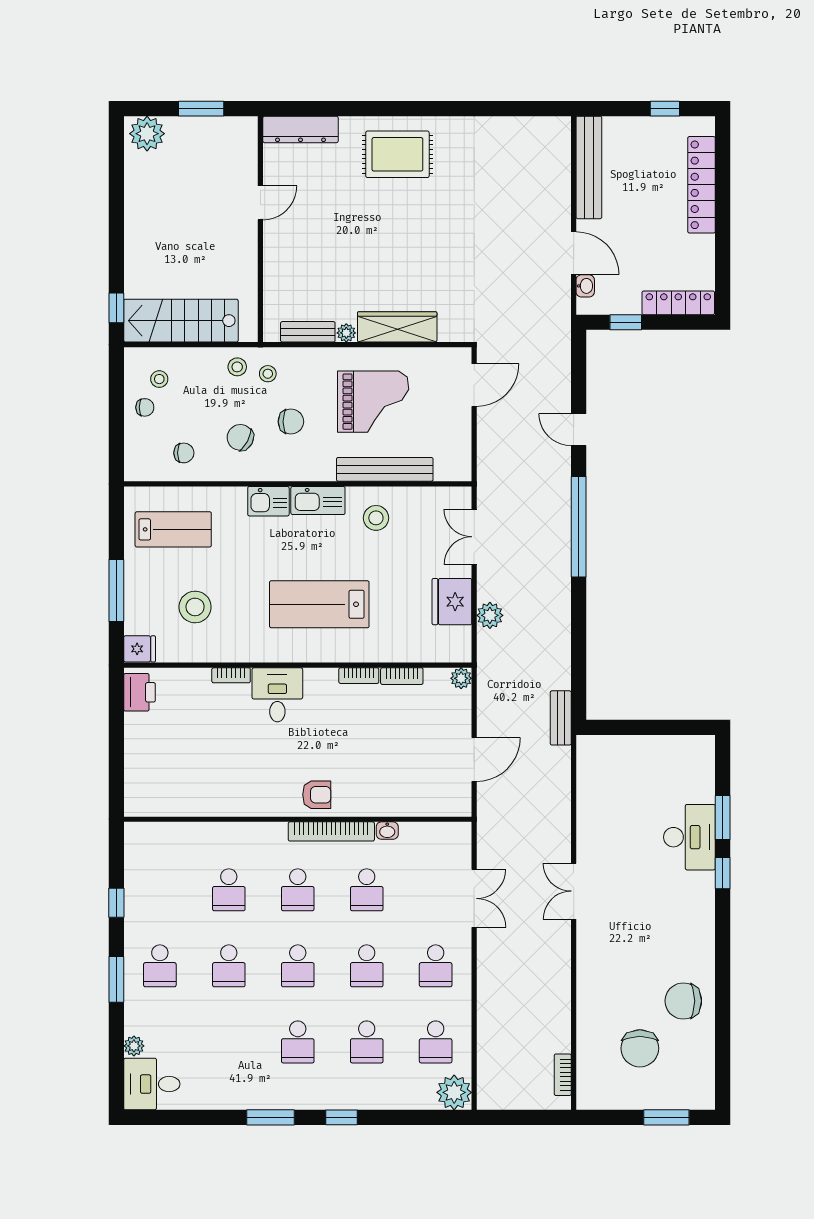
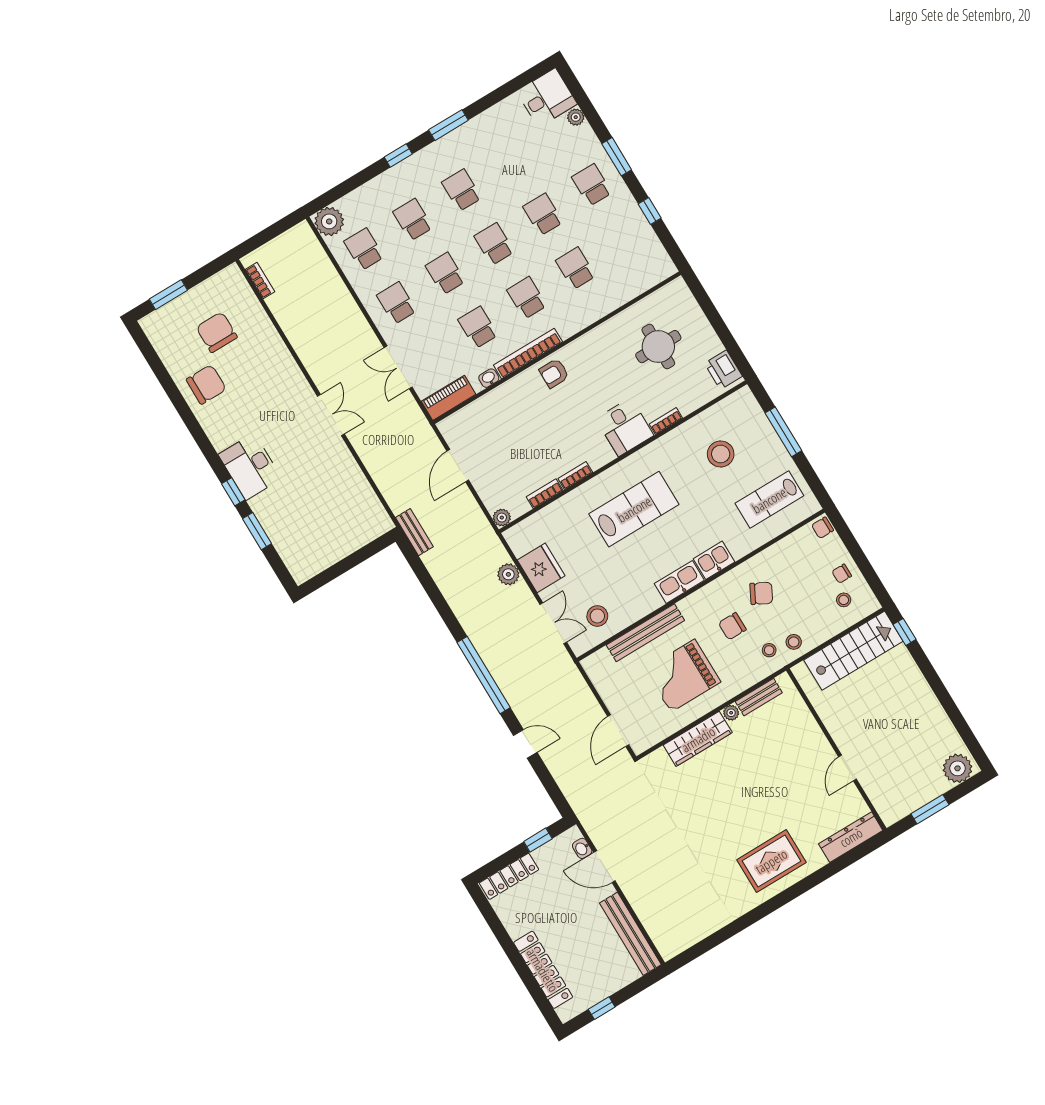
chair: (184, 453) -> (822, 528), moved
stool: (376, 518) -> (597, 616), moved
fridge: (140, 649) -> (742, 401), removed
round table: (192, 757) -> (658, 347), added
piano: (441, 835) -> (449, 398), added
desk: (689, 837) -> (250, 467), moved

